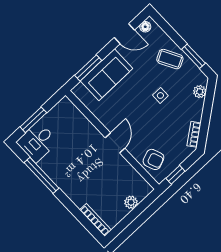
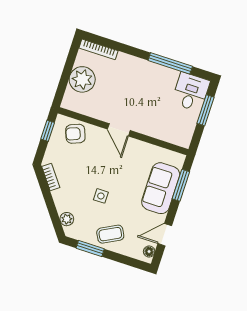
plant: (131, 202) -> (82, 79), width x1.88, depth x1.88

